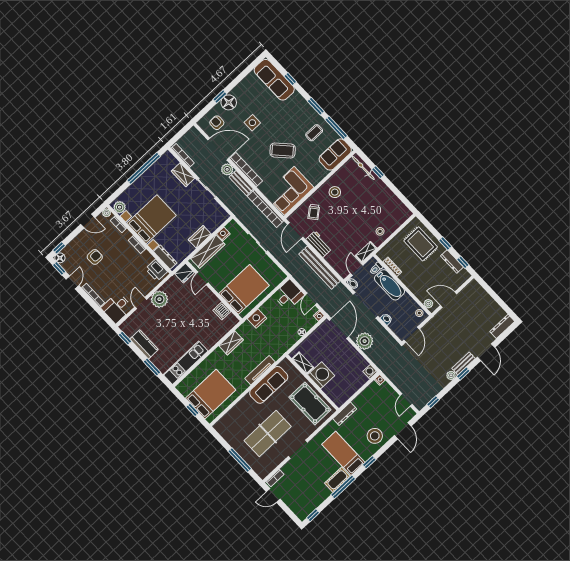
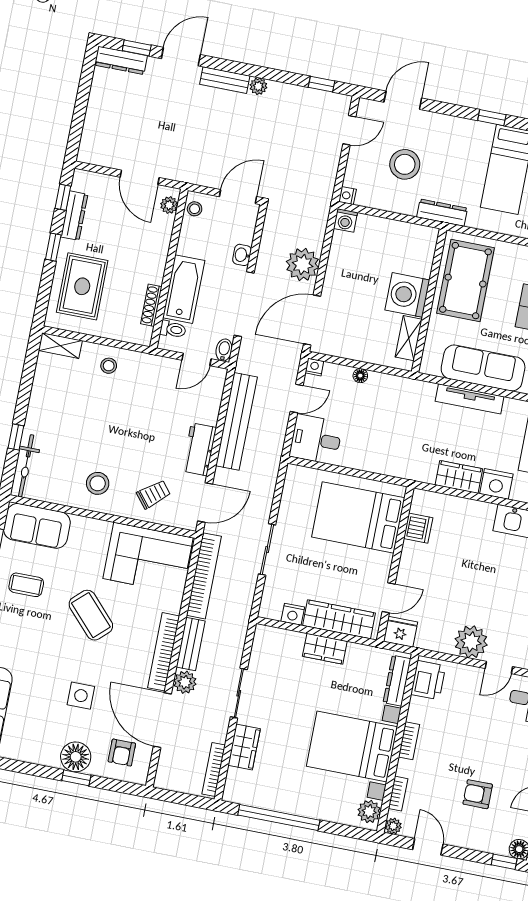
shelving: (366, 252) -> (60, 346), moved
nightstand: (257, 319) -> (496, 484), moved
window: (463, 374) -> (137, 48), moved
stool: (375, 436) -> (405, 164), moved

